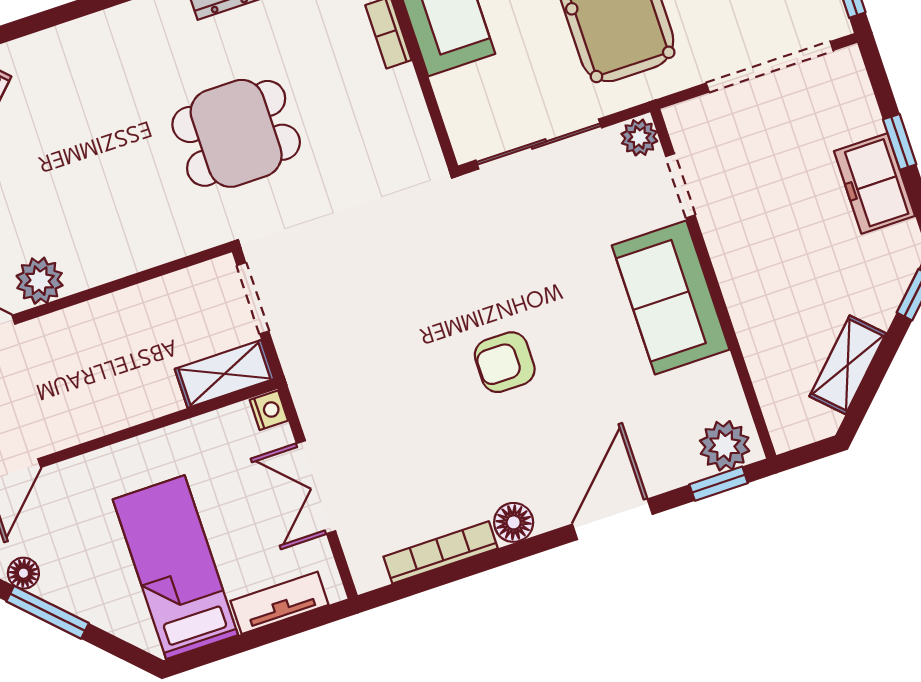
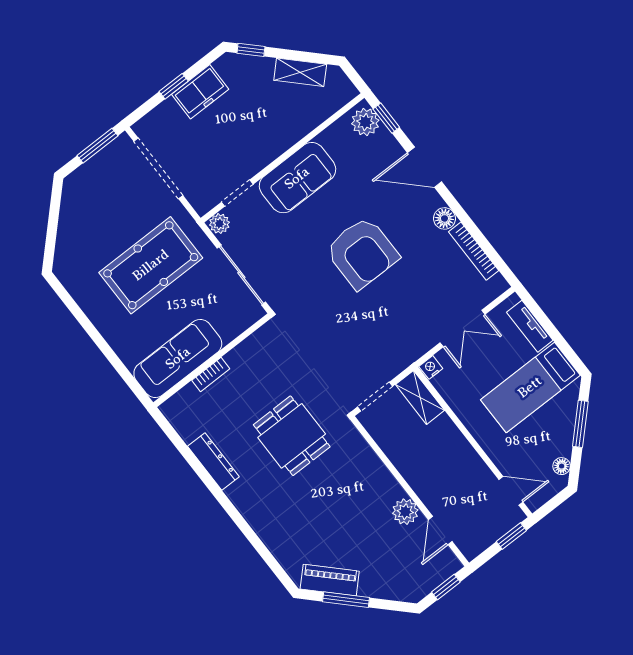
armchair: (505, 362) -> (362, 253), width x1.88, depth x1.88
window: (48, 612) -> (580, 424), moved

